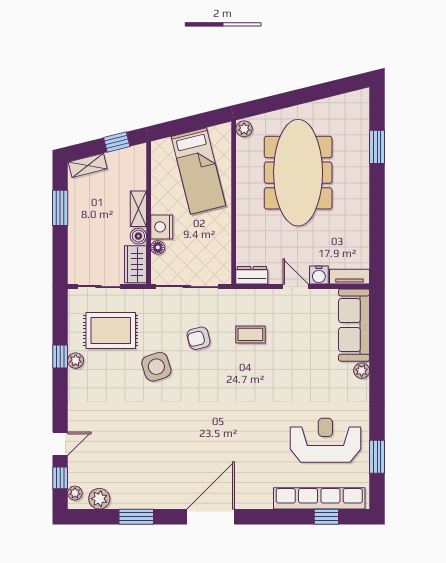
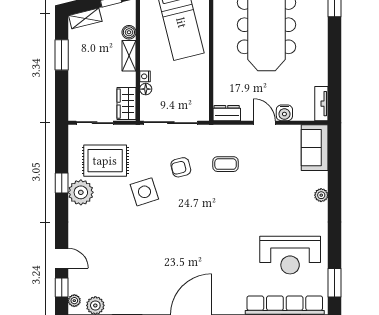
nightstand: (162, 227) -> (145, 76), width x0.53, depth x0.56
boiler: (138, 236) -> (129, 32), moved
tv unit: (350, 277) -> (321, 104), moved, turned -90
sofa: (354, 325) -> (315, 148), width x0.73
plant: (76, 361) -> (81, 192), width x1.88, depth x1.88
reception desk: (325, 440) -> (290, 255), turned 180
door: (60, 444) -> (62, 258), hinge flipped
window: (377, 457) -> (334, 283), moved

